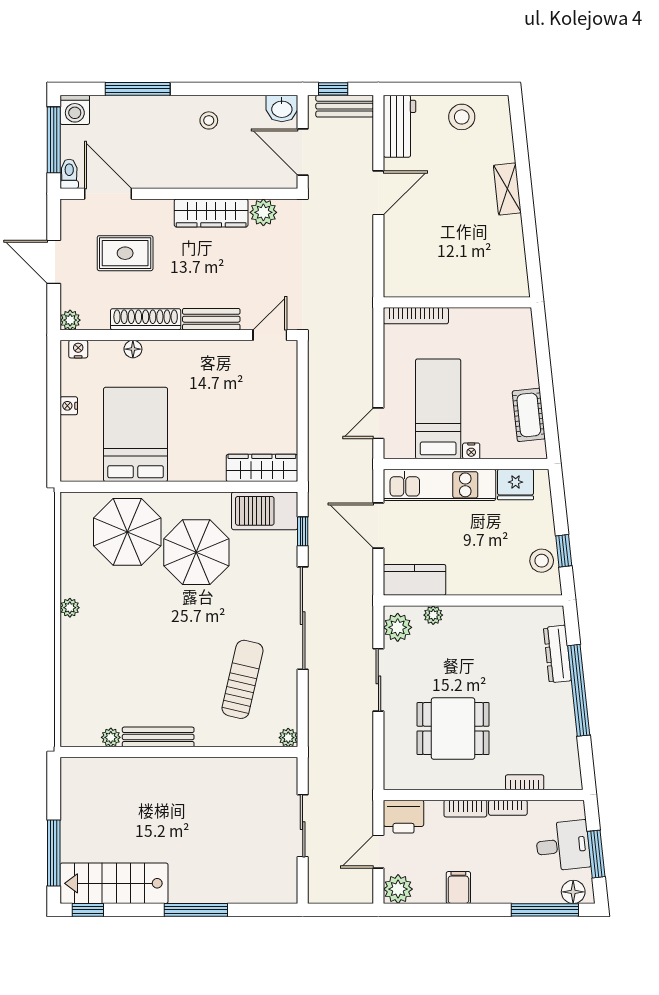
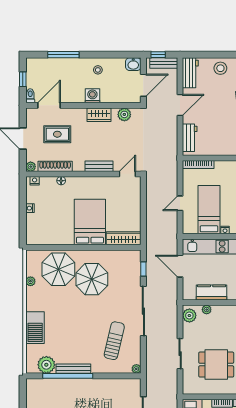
washing machine: (75, 110) -> (92, 96), moved, turned 180
window: (54, 140) -> (23, 79), width x0.46
door: (303, 152) -> (143, 85), swing flipped
door: (108, 194) -> (49, 105), hinge flipped
wardrobe: (211, 213) -> (99, 115), width x0.67
workbench: (398, 261) -> (190, 138), added
shoe rack: (146, 319) -> (55, 166), moved
door: (378, 423) -> (180, 203), moved
bed: (136, 434) -> (90, 222), moved
barbecue: (265, 511) -> (35, 328), moved, turned -90
kitchen counter: (415, 580) -> (212, 292), moved
plant: (70, 608) -> (30, 281), moved
sliding door: (378, 680) -> (180, 354), moved
plant: (111, 737) -> (46, 365), width x1.88, depth x1.88
window: (147, 752) -> (68, 376), added

